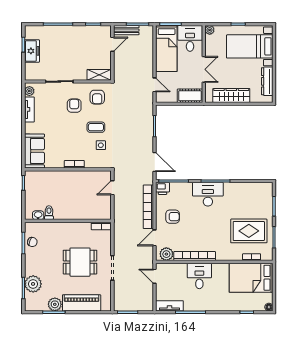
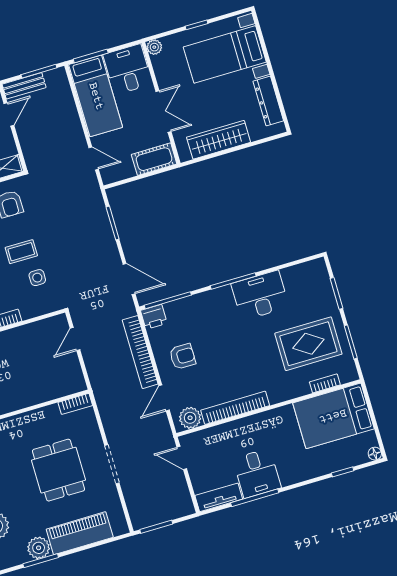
desk: (208, 194) -> (260, 295), moved
dining table: (80, 262) -> (59, 470), turned 90
desk: (199, 276) -> (257, 473), moved, turned 180

